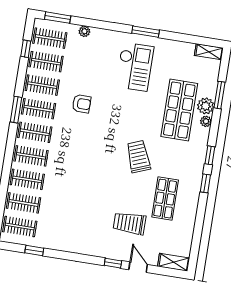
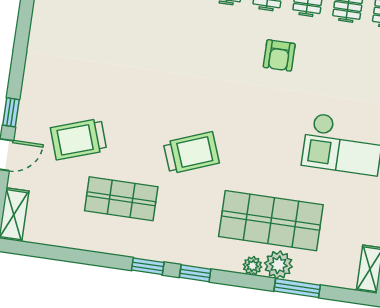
trolley: (129, 223) -> (79, 139), turned -109

